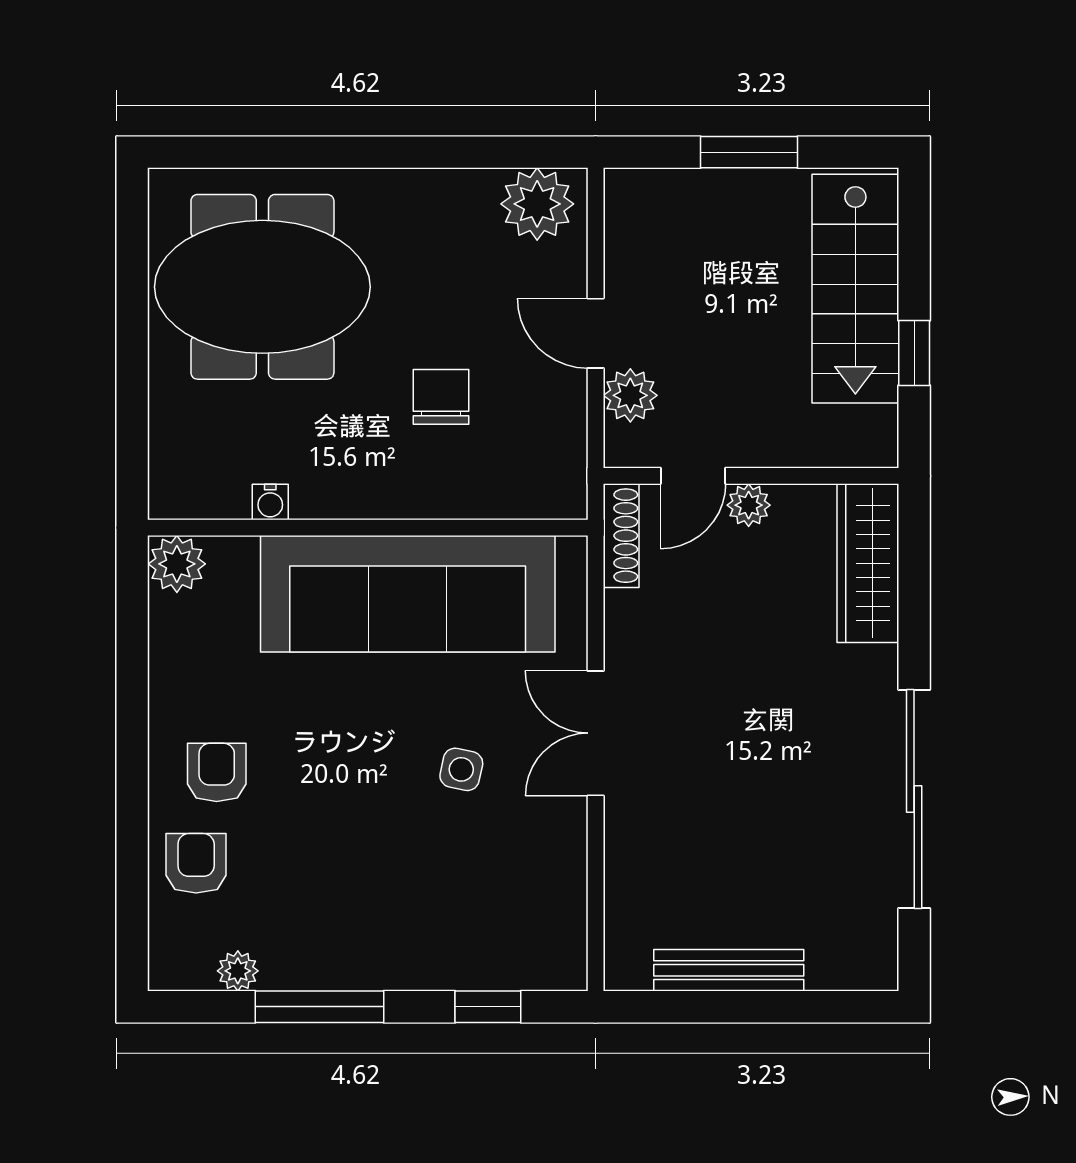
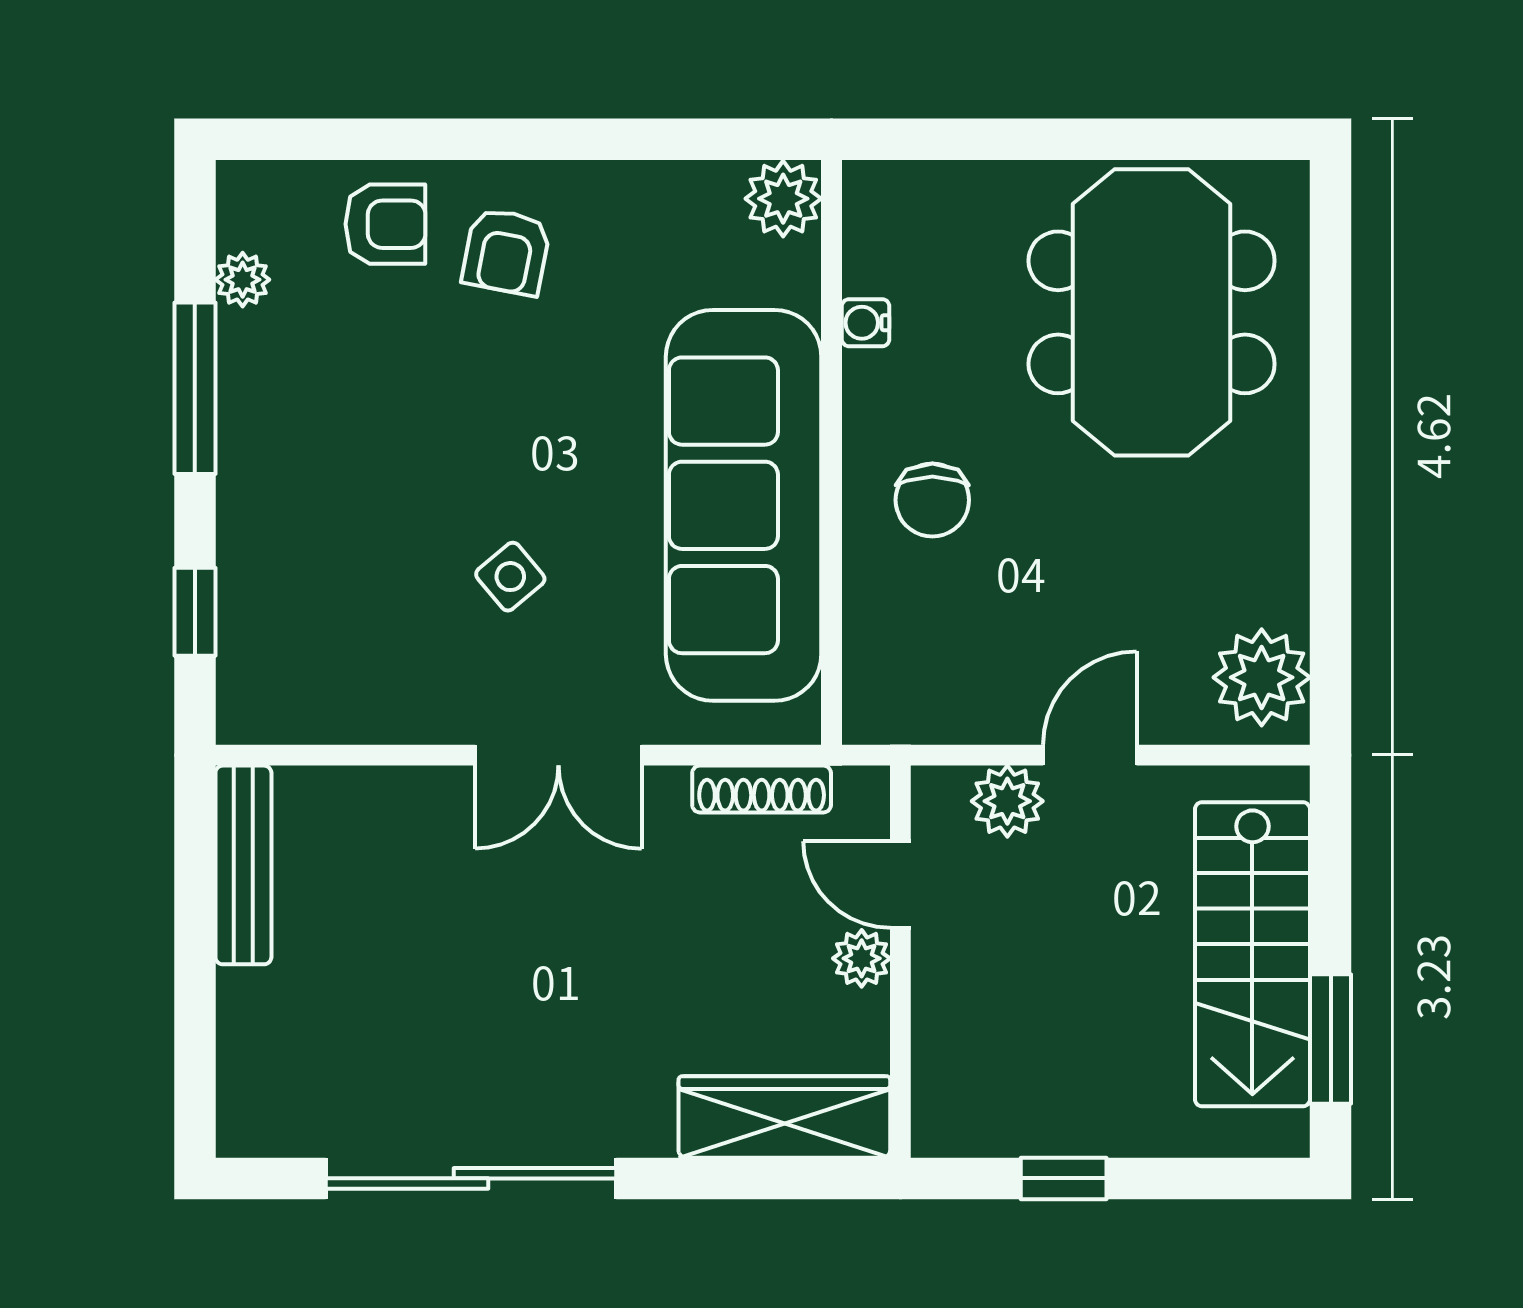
window: (749, 152) -> (1331, 1039), moved
stairs: (855, 289) -> (1252, 954), moved, turned -90
chair: (441, 397) -> (932, 500), moved, turned 90
shoe rack: (621, 536) -> (762, 789), moved
double door: (596, 733) -> (558, 755), swing flipped
side table: (461, 769) -> (510, 577), turned 38
armchair: (217, 772) -> (506, 252), turned 101
bench: (729, 970) -> (243, 865), moved

